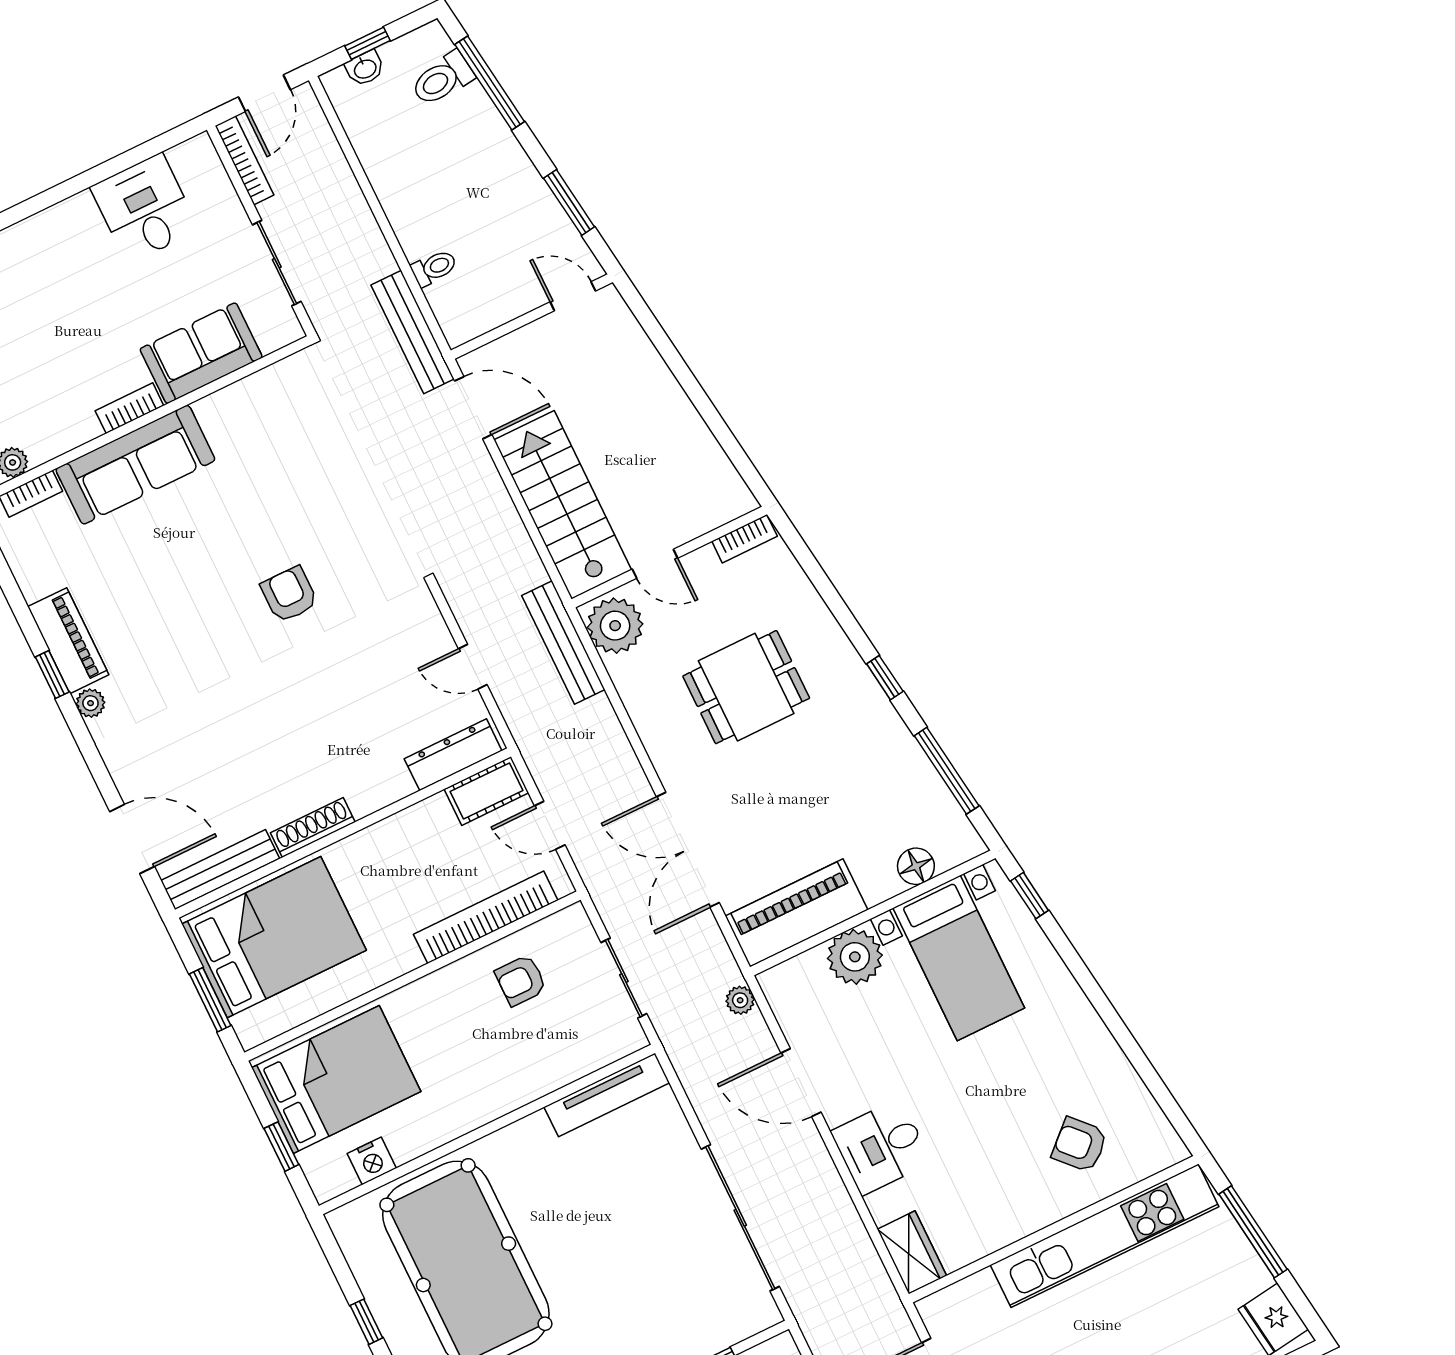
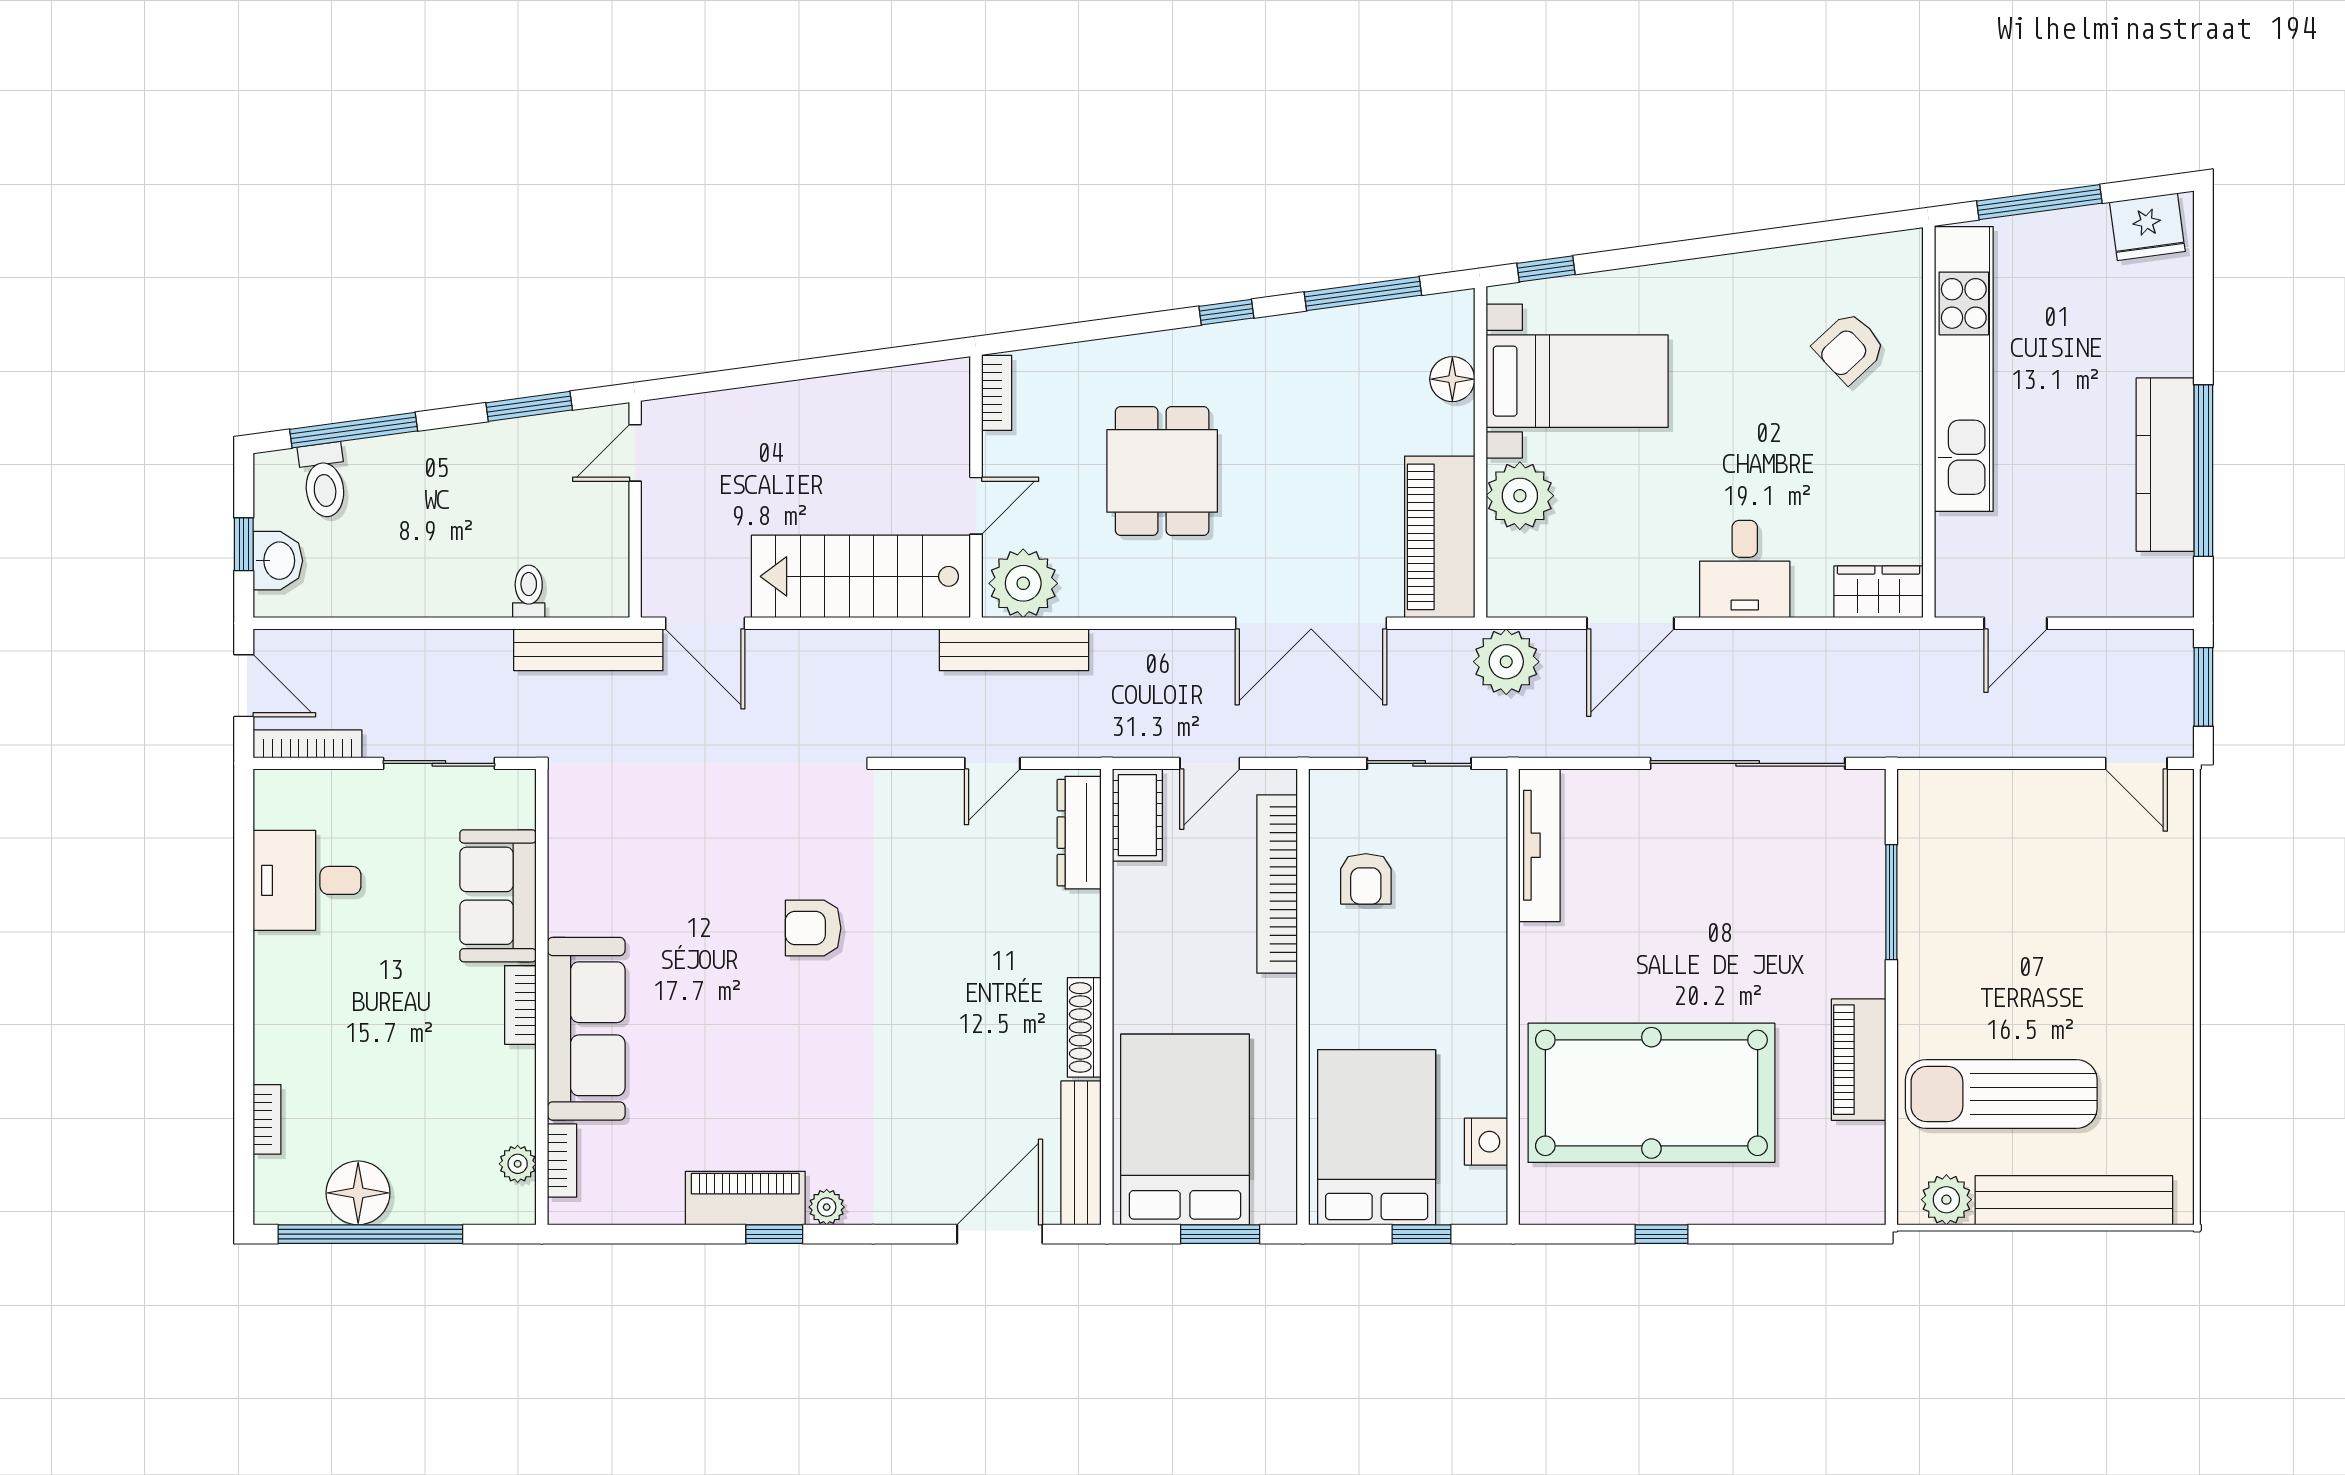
washbasin: (365, 68) -> (278, 561), width x1.38, depth x1.45
door: (473, 408) -> (705, 623), swing flipped
plant: (740, 1000) -> (1506, 662), width x1.88, depth x1.88

